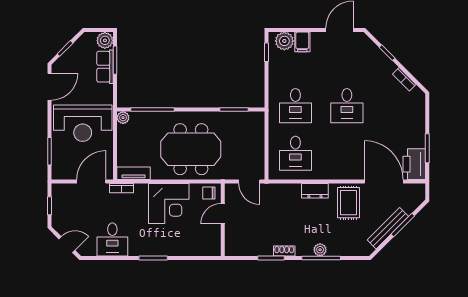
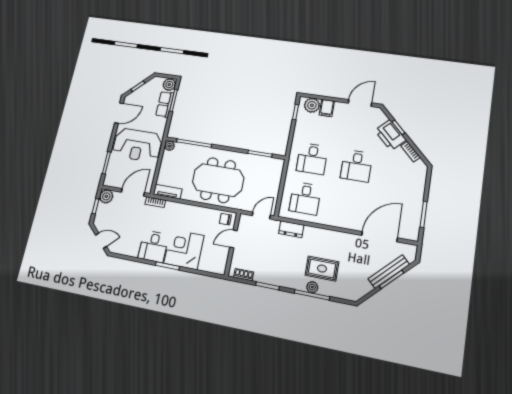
printer: (414, 164) -> (390, 135), moved, turned -45
door: (249, 181) -> (261, 215), swing flipped
door: (384, 181) -> (379, 237), hinge flipped
dresser: (315, 191) -> (291, 229), moved
plant: (60, 192) -> (106, 196), added
corner desk: (169, 203) -> (184, 249), moved, turned 180
rug: (349, 203) -> (322, 269), moved, turned 90
bench: (388, 228) -> (389, 272), moved
desk: (112, 239) -> (153, 246), moved
shoe rack: (284, 251) -> (244, 275), moved

